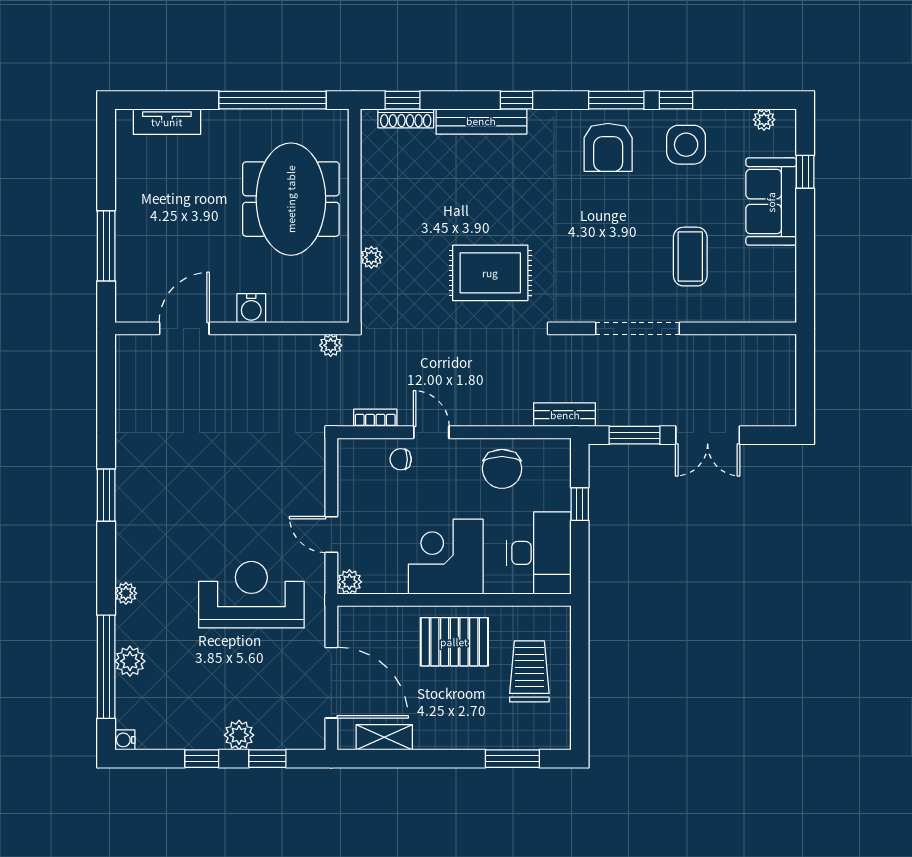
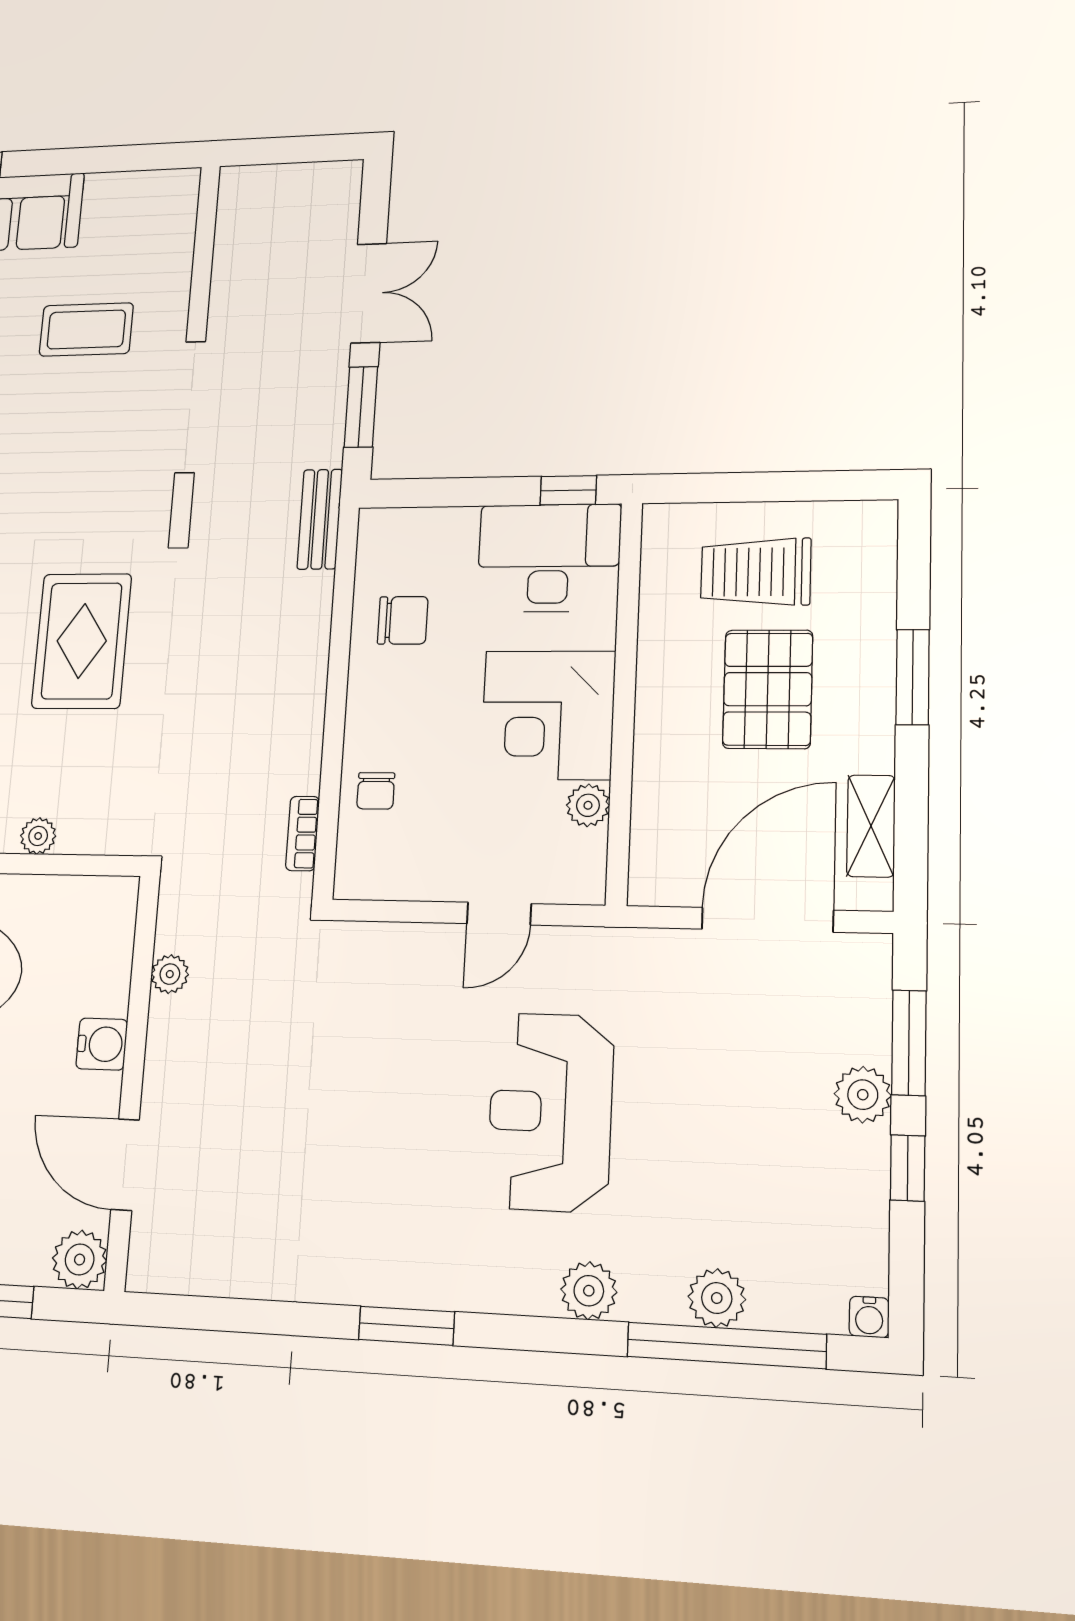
plant: (131, 306) -> (80, 1260), added
plant: (331, 345) -> (170, 974), moved
door: (431, 432) -> (334, 738), removed
chair: (502, 469) -> (403, 620), width x0.73, depth x0.73
window: (580, 504) -> (568, 490), moved
plant: (349, 582) -> (588, 805), moved
plant: (126, 593) -> (589, 1291), width x1.38, depth x1.38
reception desk: (251, 595) -> (550, 1112), moved
pallet: (454, 642) -> (768, 689), moved
window: (267, 759) -> (909, 1043), width x1.50
window: (512, 759) -> (913, 677), moved

